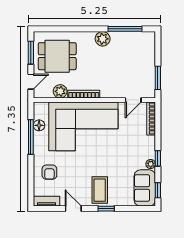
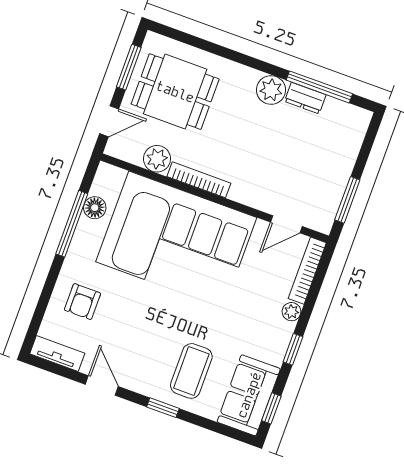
dresser: (120, 37) -> (305, 98), added
plant: (151, 164) -> (291, 312), moved
coffee table: (100, 190) -> (191, 371), moved

